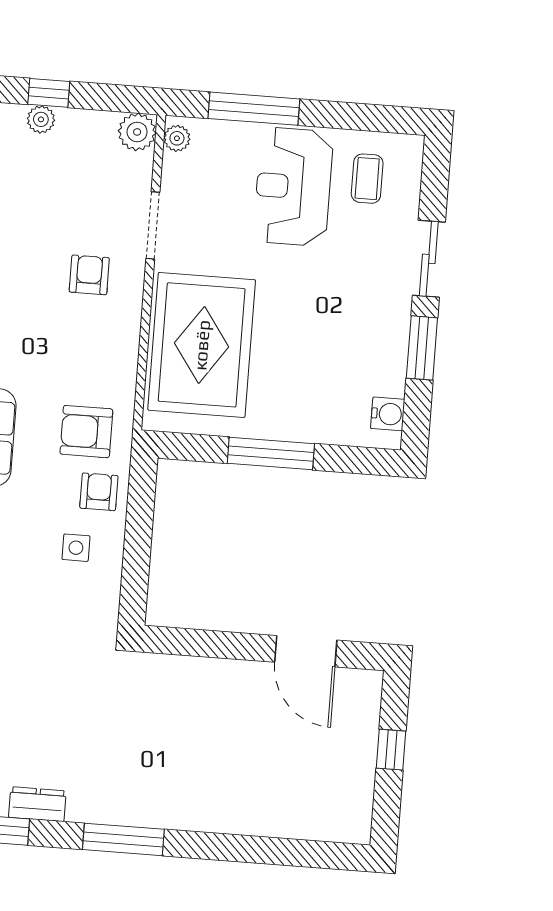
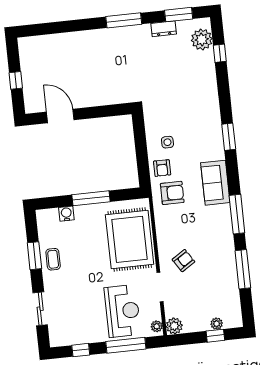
window: (357, 117) -> (81, 350), added
coffee table: (367, 179) -> (53, 259), moved
reception desk: (293, 187) -> (122, 311), moved
sliding door: (429, 259) -> (40, 309), moved
armchair: (89, 275) -> (183, 261), turned -123
water cooler: (388, 414) -> (66, 214), moved, turned 90

